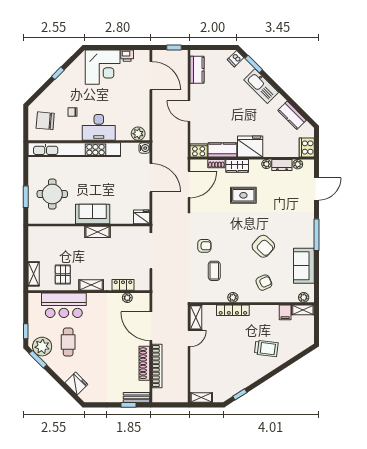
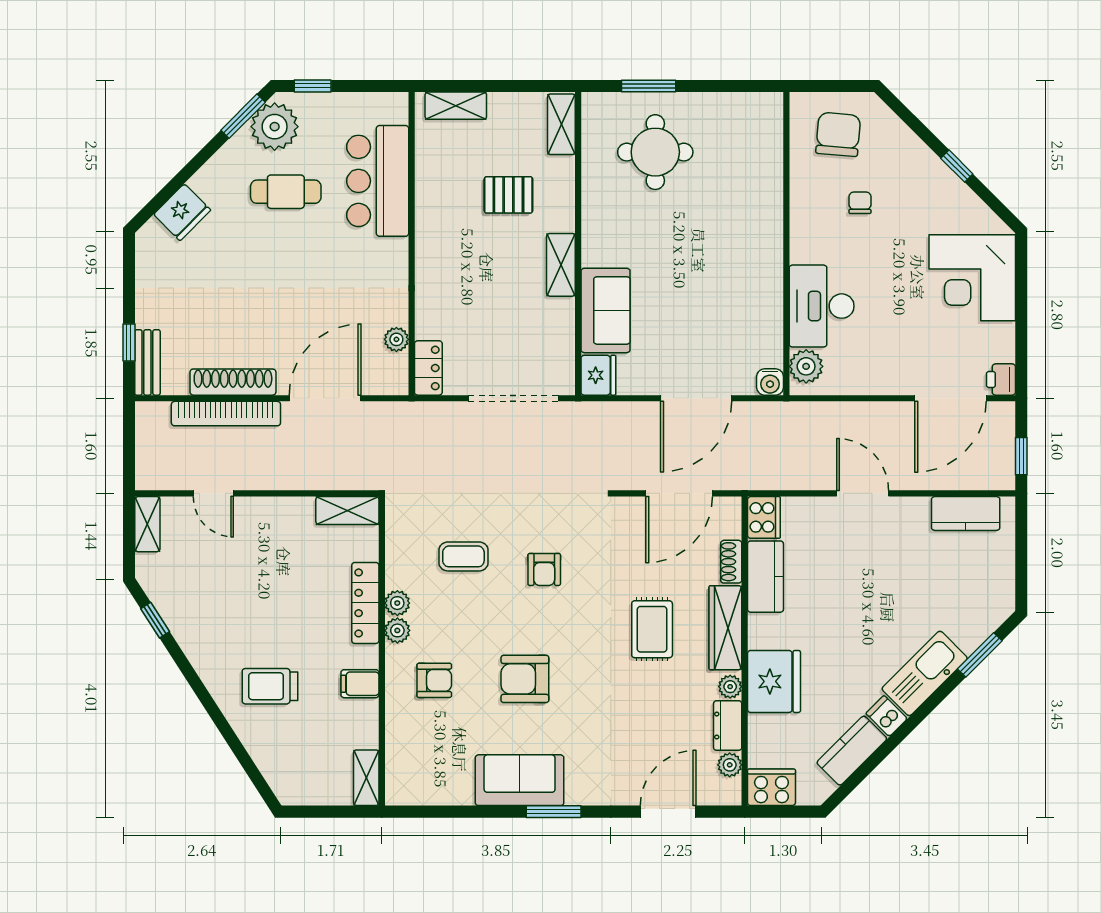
printer: (127, 56) -> (1001, 379), moved
dishwasher: (236, 59) -> (887, 716), moved
door: (189, 111) -> (863, 493), hinge flipped
desk: (99, 127) -> (822, 306), moved
fridge: (250, 146) -> (774, 681), moved
kitchen unit: (74, 150) -> (766, 207), removed
wardrobe: (237, 166) -> (725, 628), width x1.50
door: (189, 184) -> (679, 493), hinge flipped
door: (317, 189) -> (668, 812), swing flipped
sofa: (93, 214) -> (606, 310), moved
window: (317, 235) -> (554, 812), width x0.69
armchair: (204, 246) -> (544, 569), moved
armchair: (263, 246) -> (525, 679), turned 47
sofa: (304, 266) -> (520, 780), moved
pallet: (63, 275) -> (508, 195), moved
armchair: (264, 283) -> (434, 680), turned -66
shelving: (91, 285) -> (561, 124), moved
locker: (123, 285) -> (428, 368), moved
plant: (304, 297) -> (397, 630), moved
filing cabinet: (285, 312) -> (360, 684), moved
door: (189, 339) -> (213, 493), moved
trolley: (266, 348) -> (270, 686), turned 83

